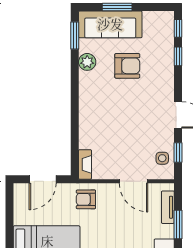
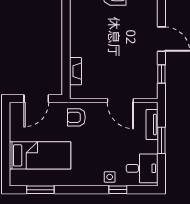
side table: (162, 158) -> (147, 79), removed
fireplace: (85, 164) -> (75, 71), moved

